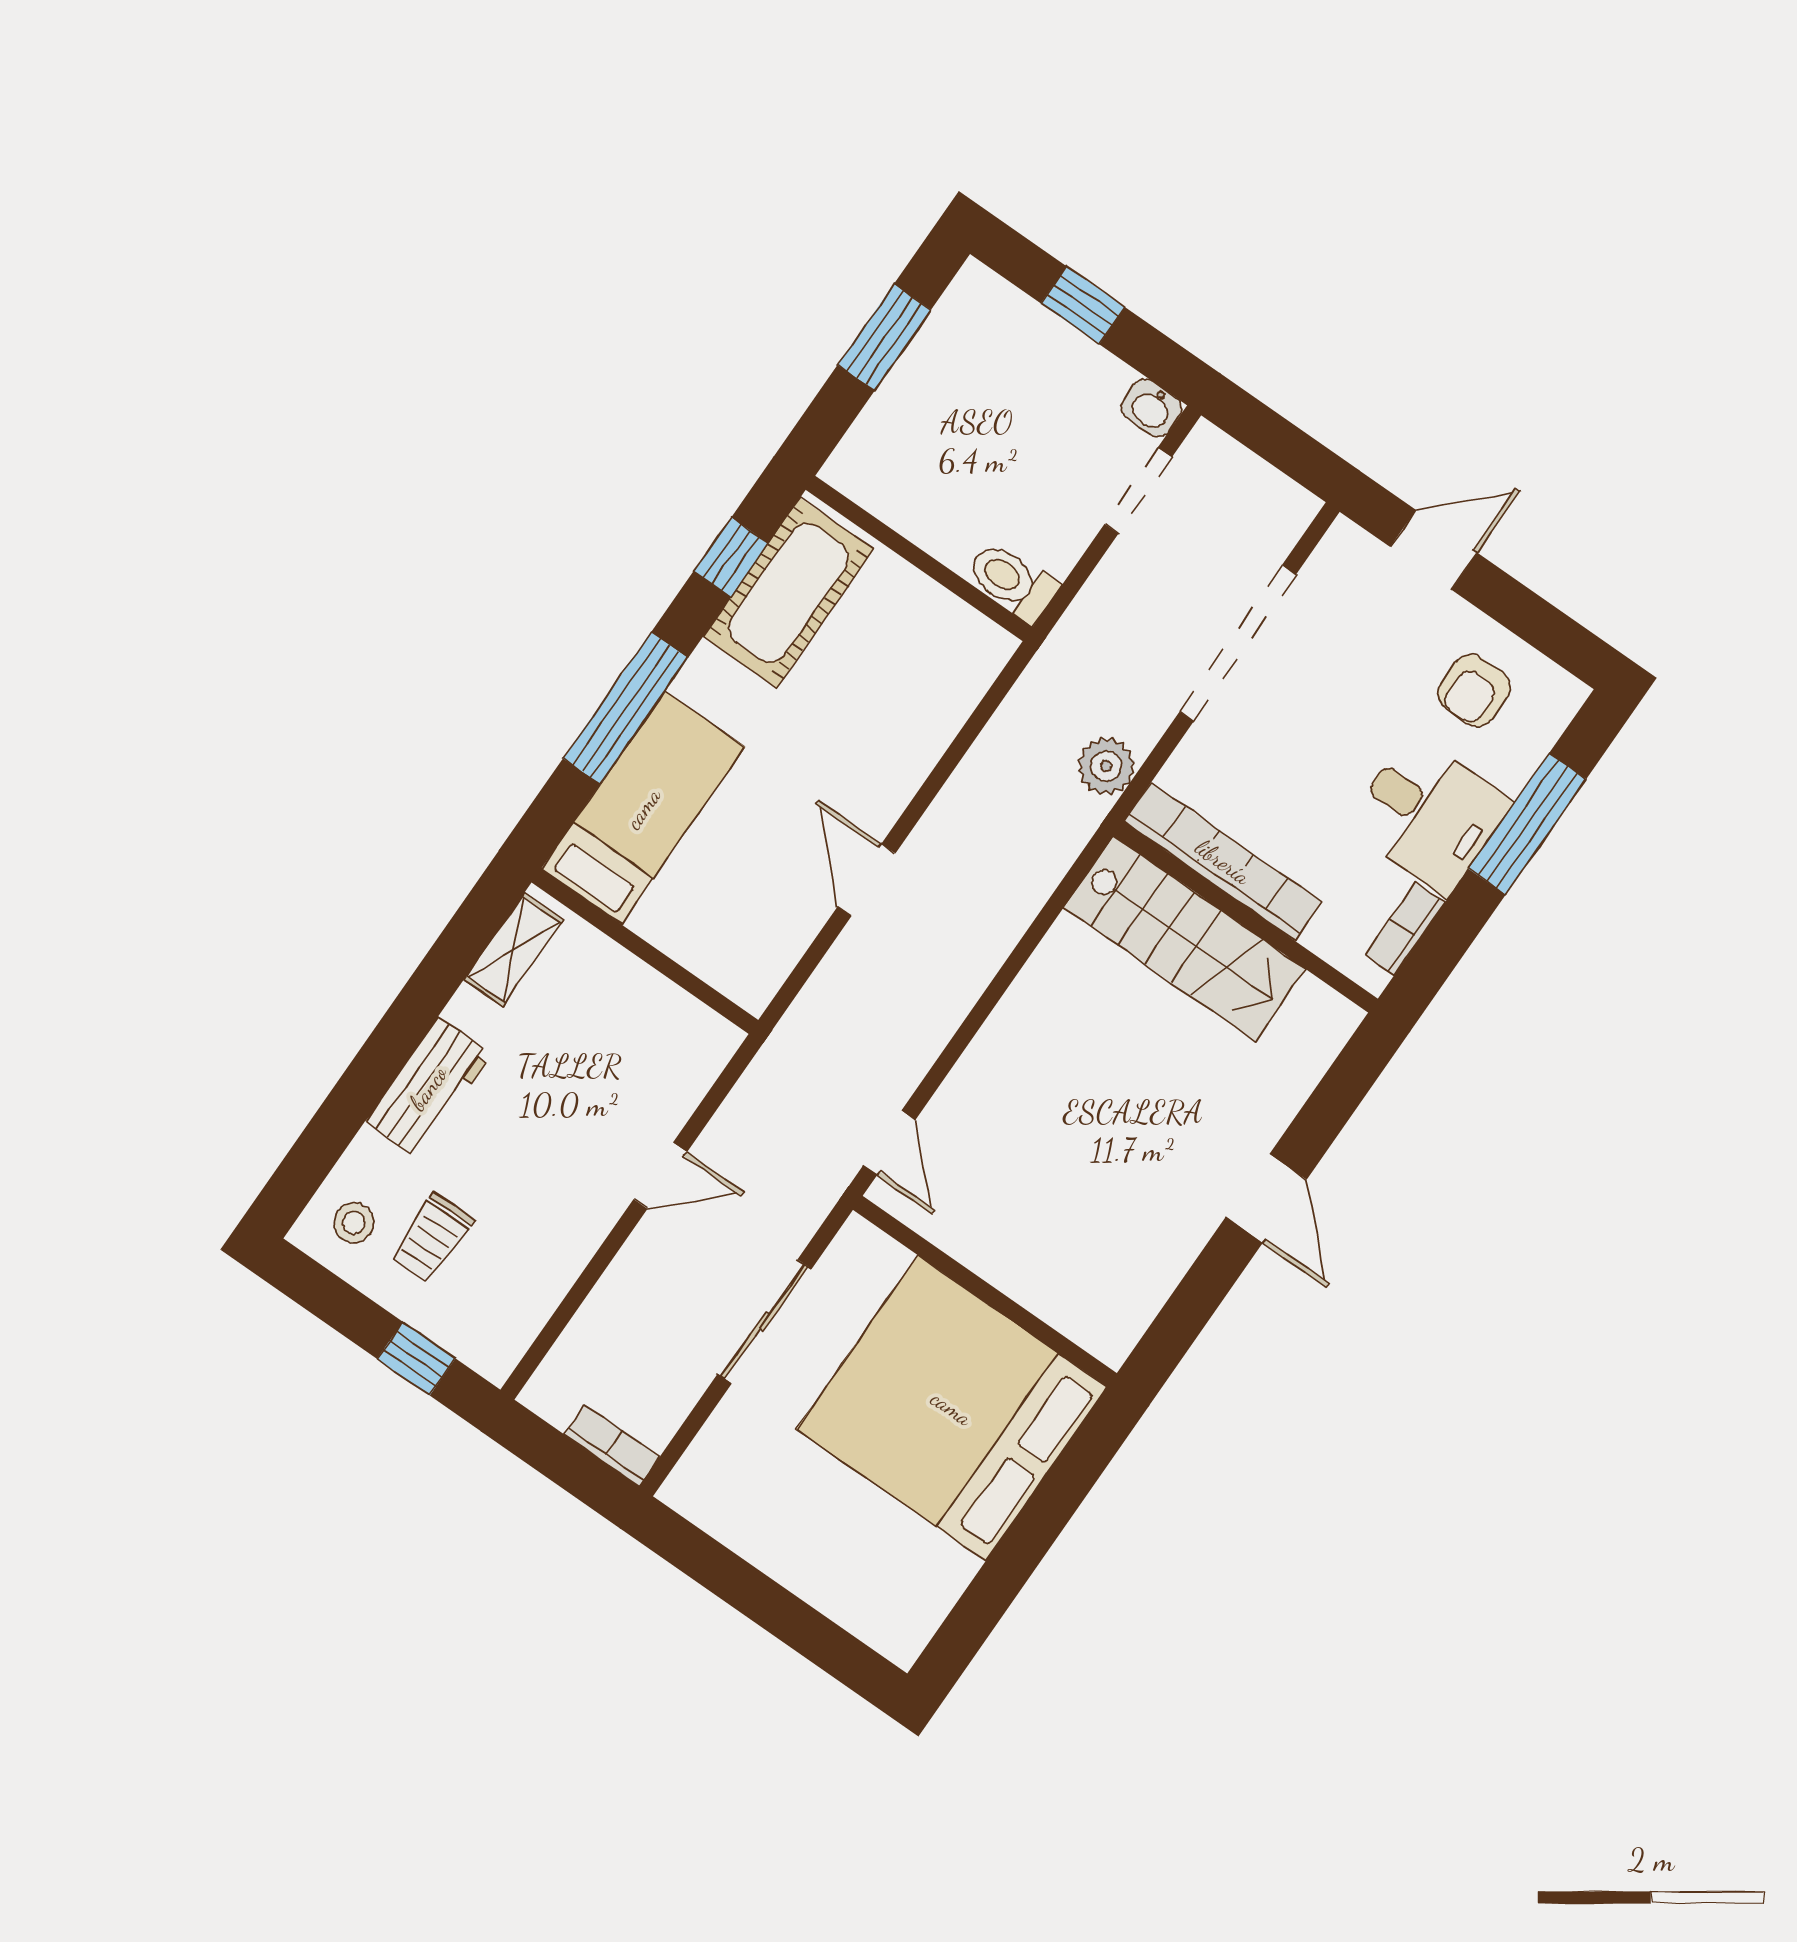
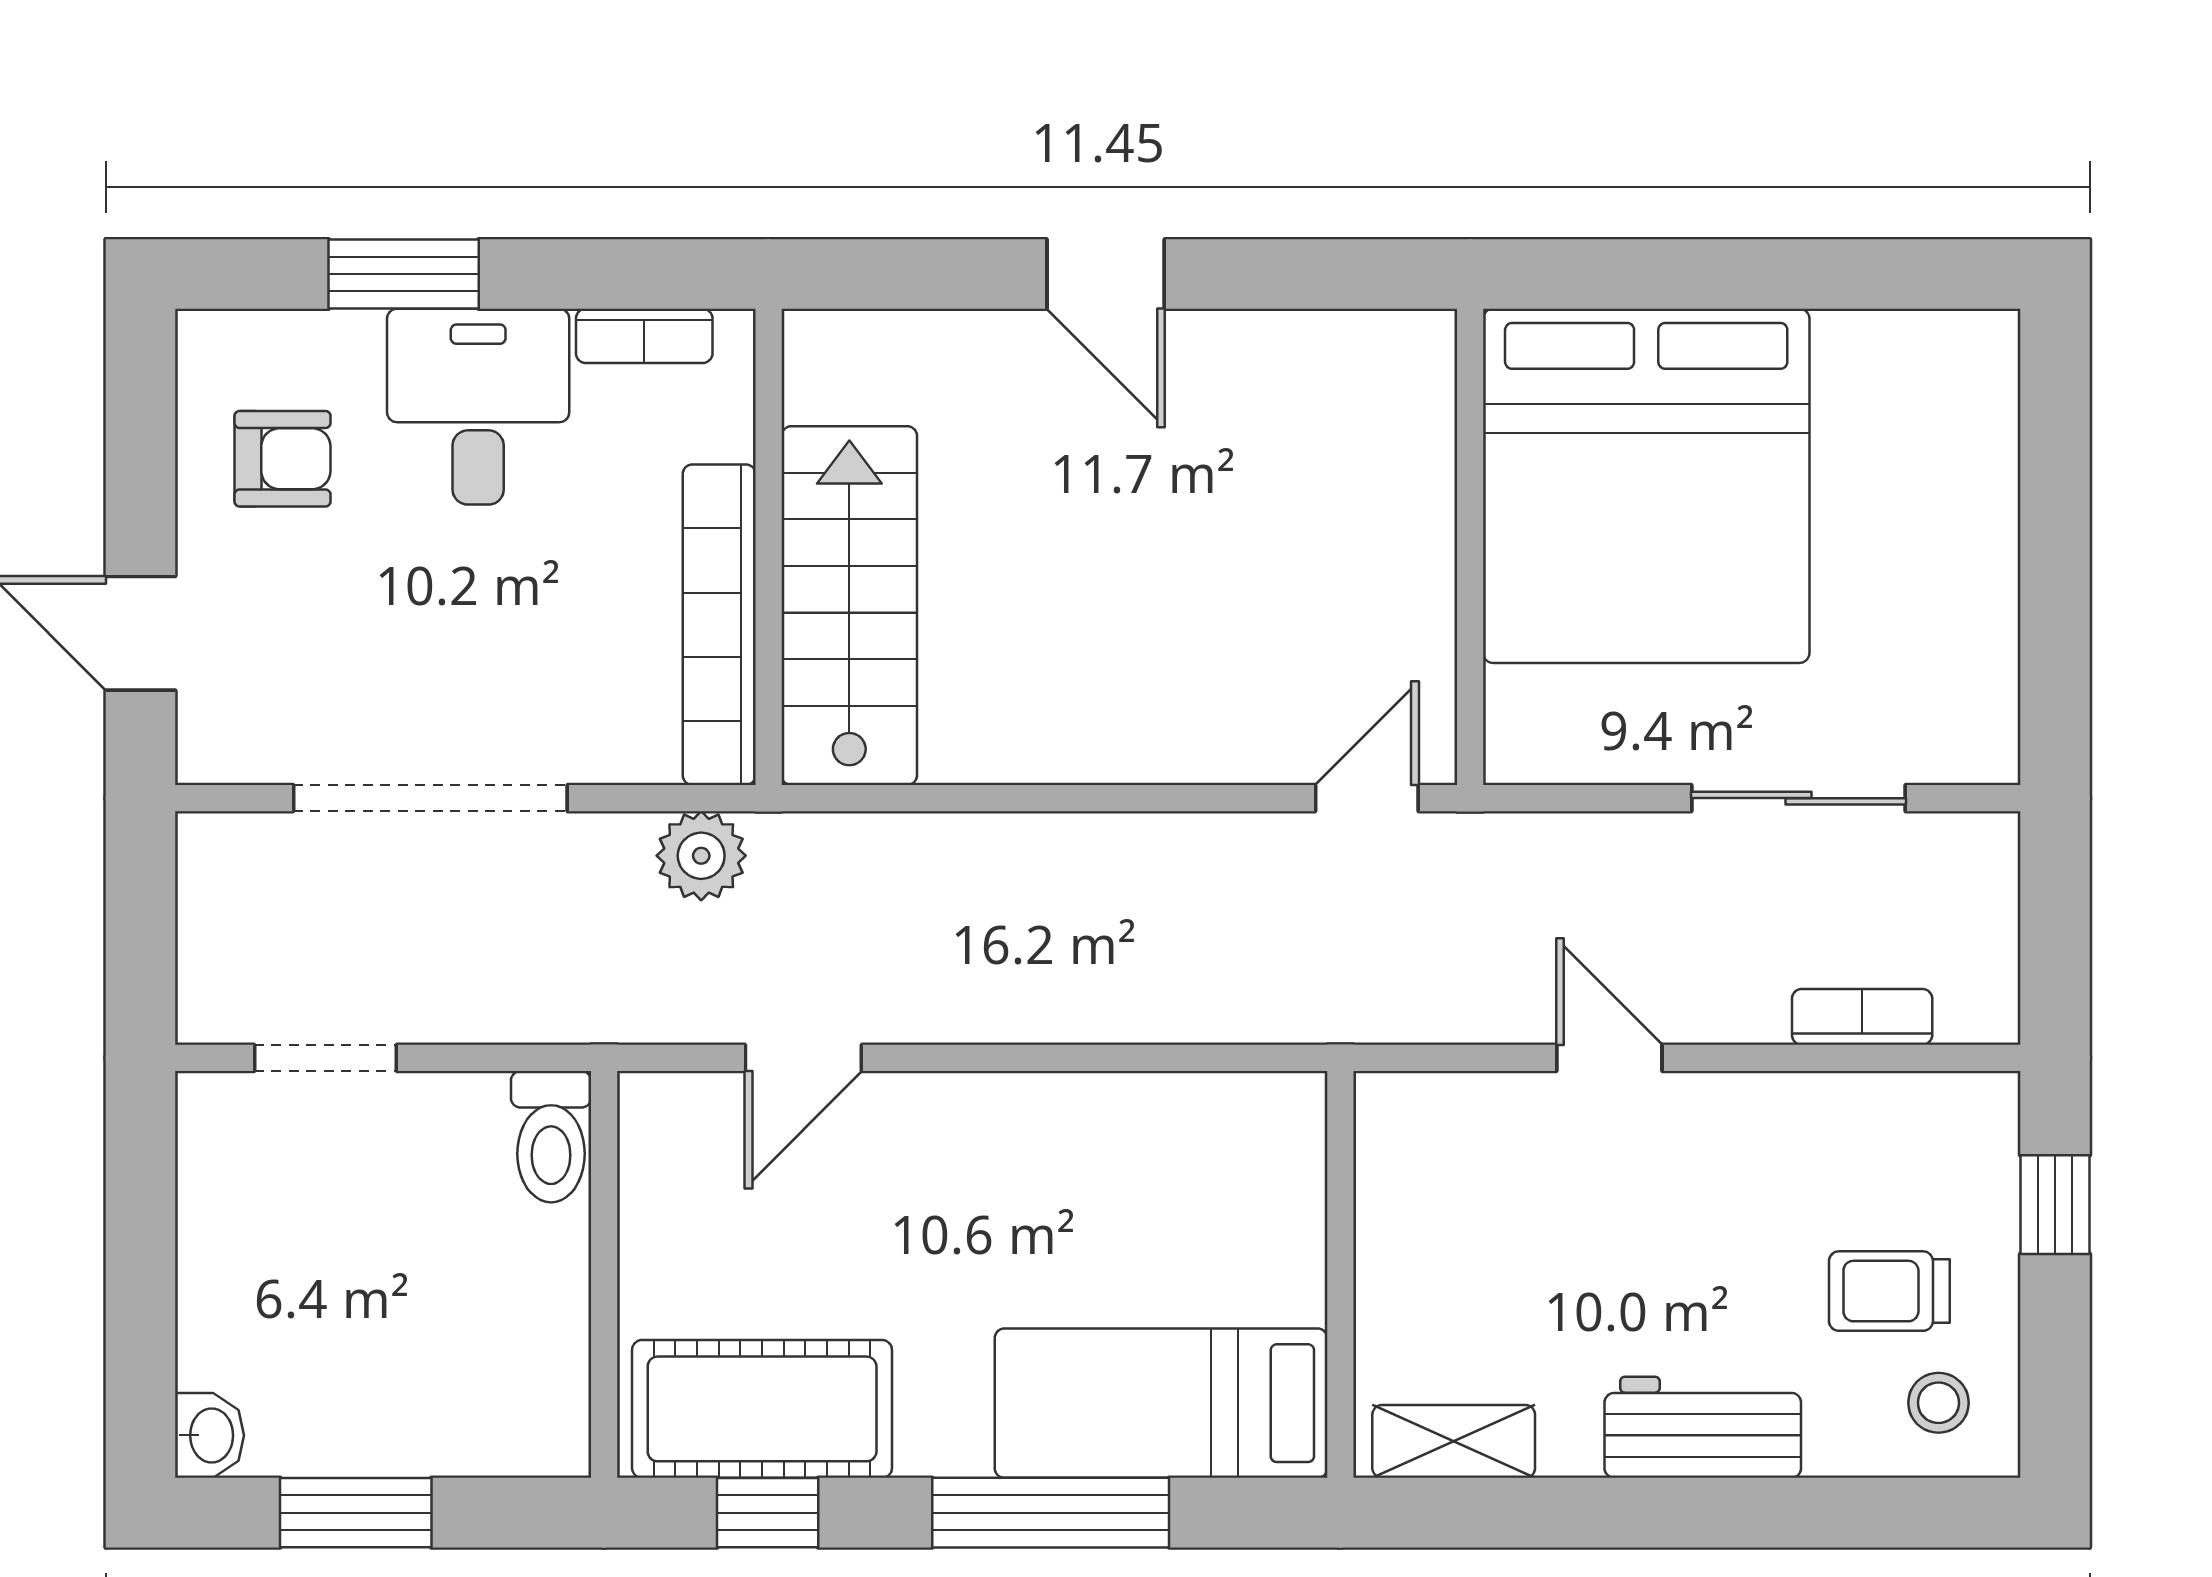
window: (1083, 305) -> (141, 1290), removed
washbasin: (1152, 408) -> (210, 1435), moved
window: (1527, 824) -> (404, 274), width x0.69
door: (866, 880) -> (803, 1058), moved
door: (1266, 1198) -> (1106, 274), swing flipped
trolley: (432, 1238) -> (1889, 1291), turned 180
sliding door: (765, 1321) -> (1798, 798), moved
bookcase: (612, 1446) -> (1862, 1017), moved, turned 90

